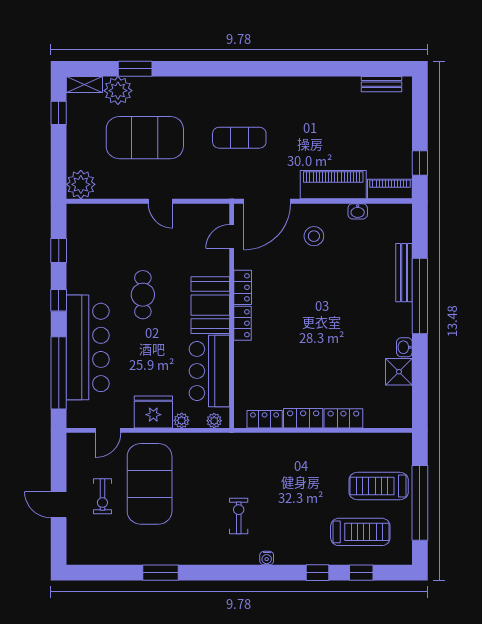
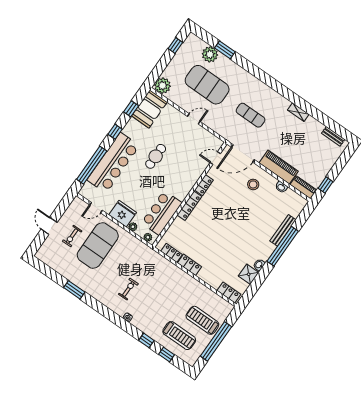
shelving: (84, 85) -> (298, 112), moved
door: (160, 201) -> (194, 119), swing flipped
booth: (210, 305) -> (149, 109), moved
locker: (243, 323) -> (189, 206), width x1.53
locker: (343, 418) -> (229, 292), moved

